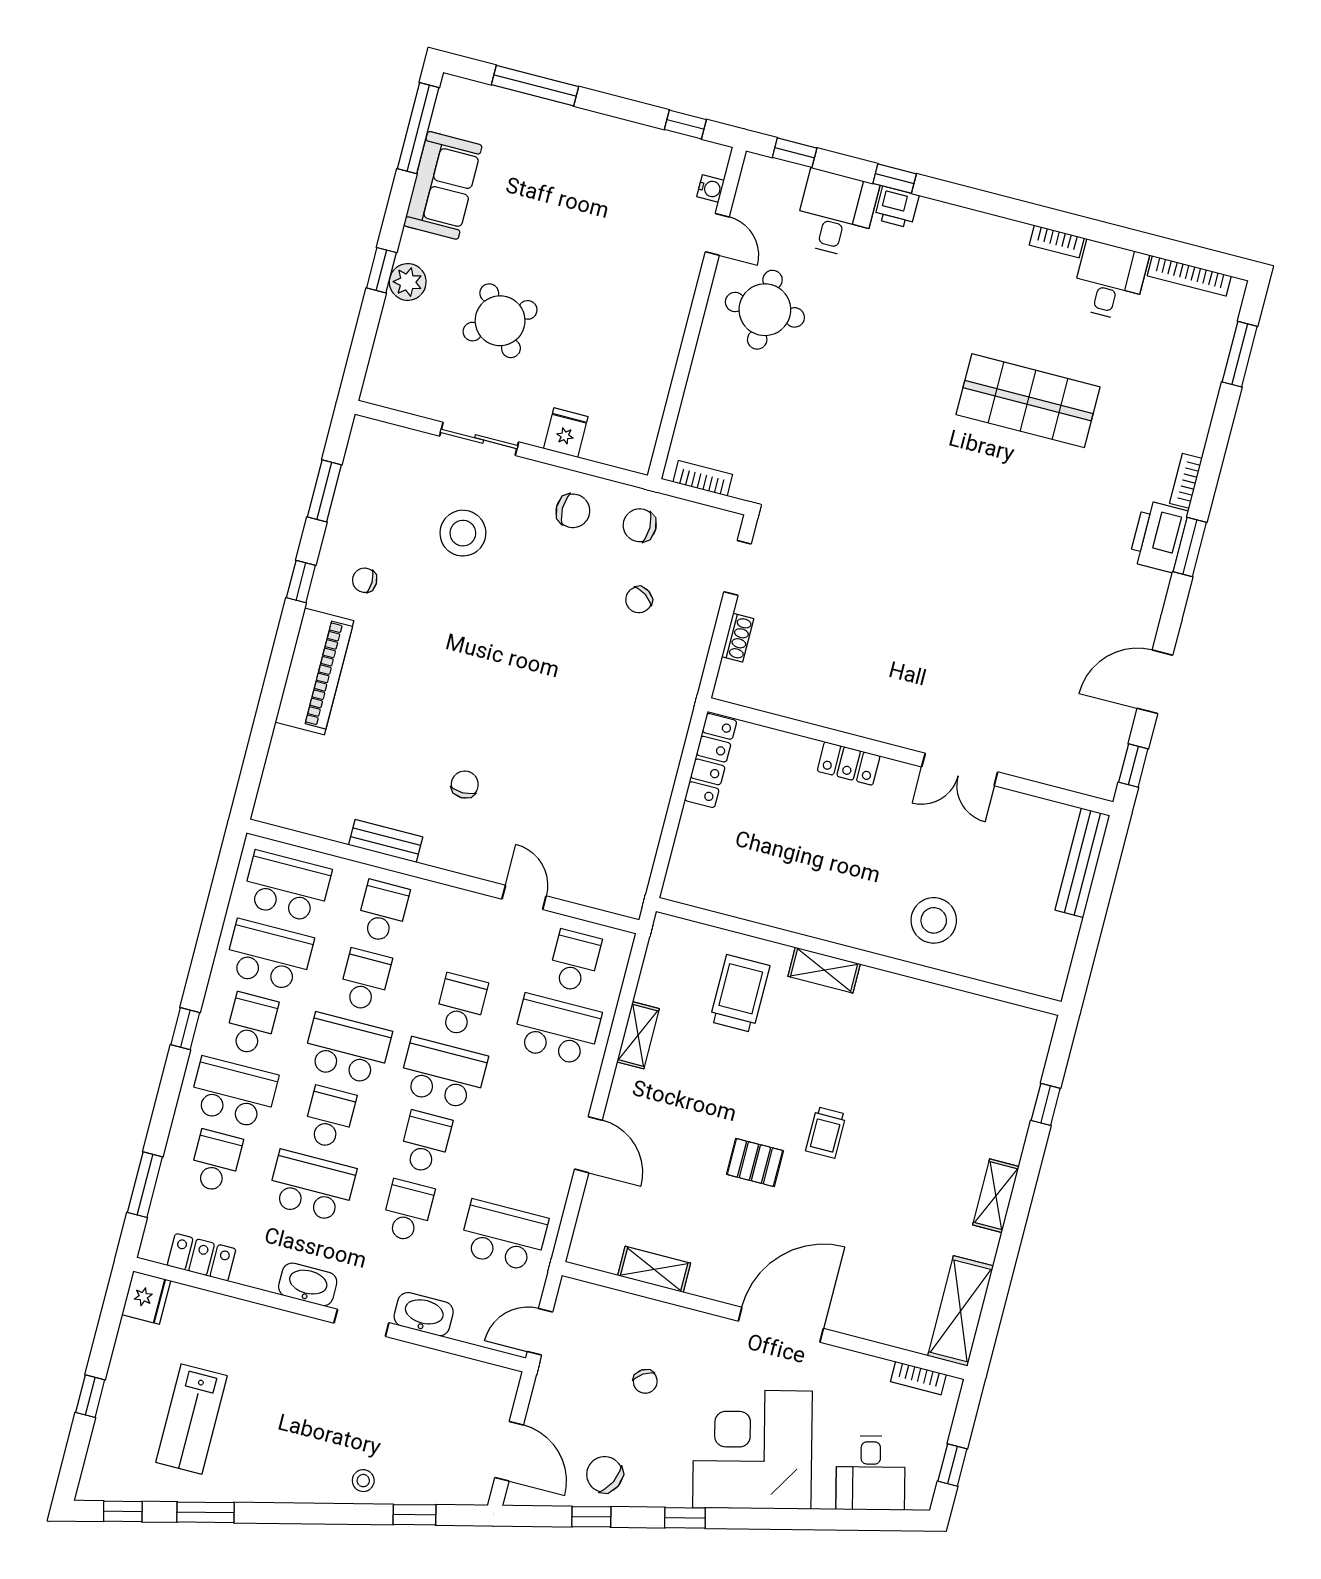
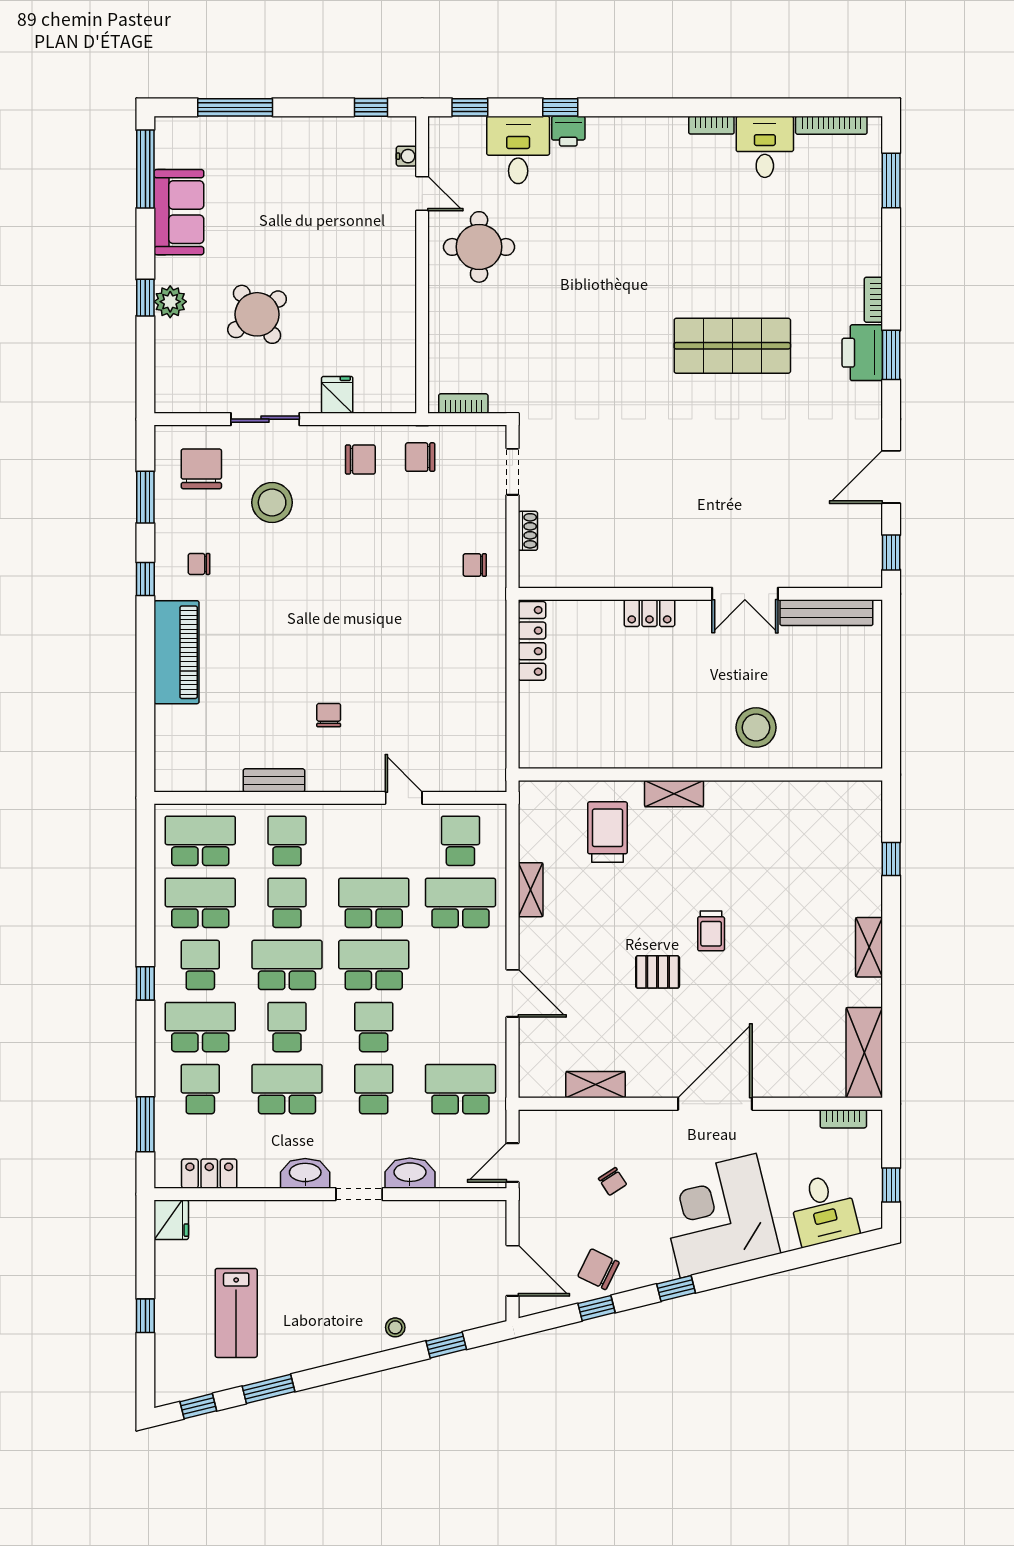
shop shelf: (1028, 401) -> (732, 346), moved
chair: (394, 476) -> (201, 469), added
chair: (639, 600) -> (475, 565), moved, turned 56
bench: (1083, 863) -> (826, 613), moved, turned 90
school desk: (461, 1005) -> (374, 903), width x1.85

